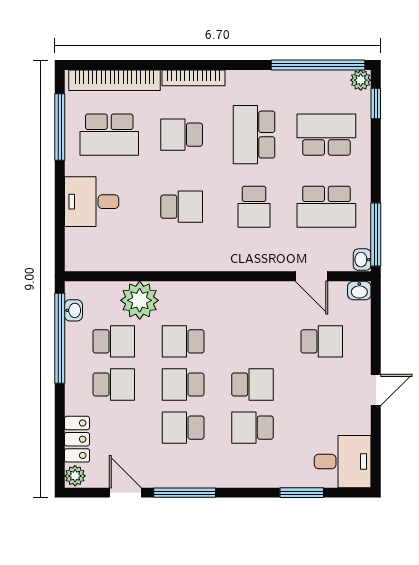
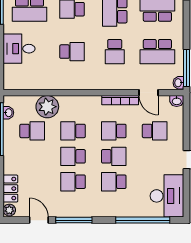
bookcase: (263, 289) -> (120, 100), added
school desk: (114, 384) -> (114, 131), moved, turned 180
desk: (343, 462) -> (167, 196), width x1.37
window: (302, 493) -> (143, 220), width x2.11

